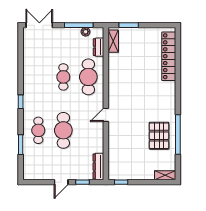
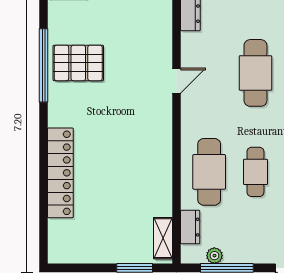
locker: (169, 56) -> (60, 173), moved
door: (106, 115) -> (176, 81), moved
pallet: (159, 136) -> (78, 63), turned 90

